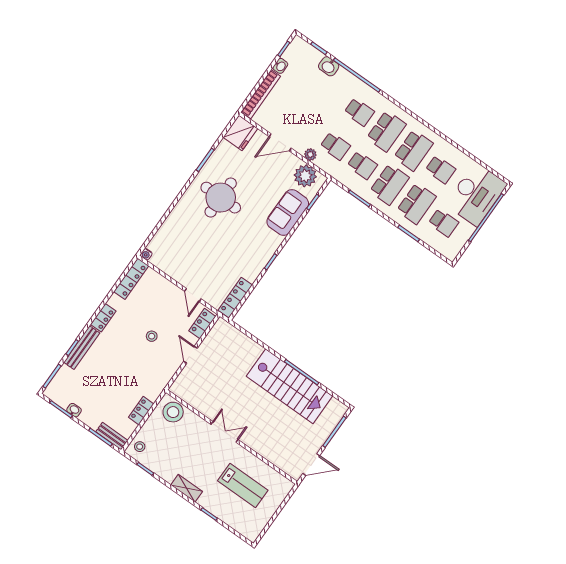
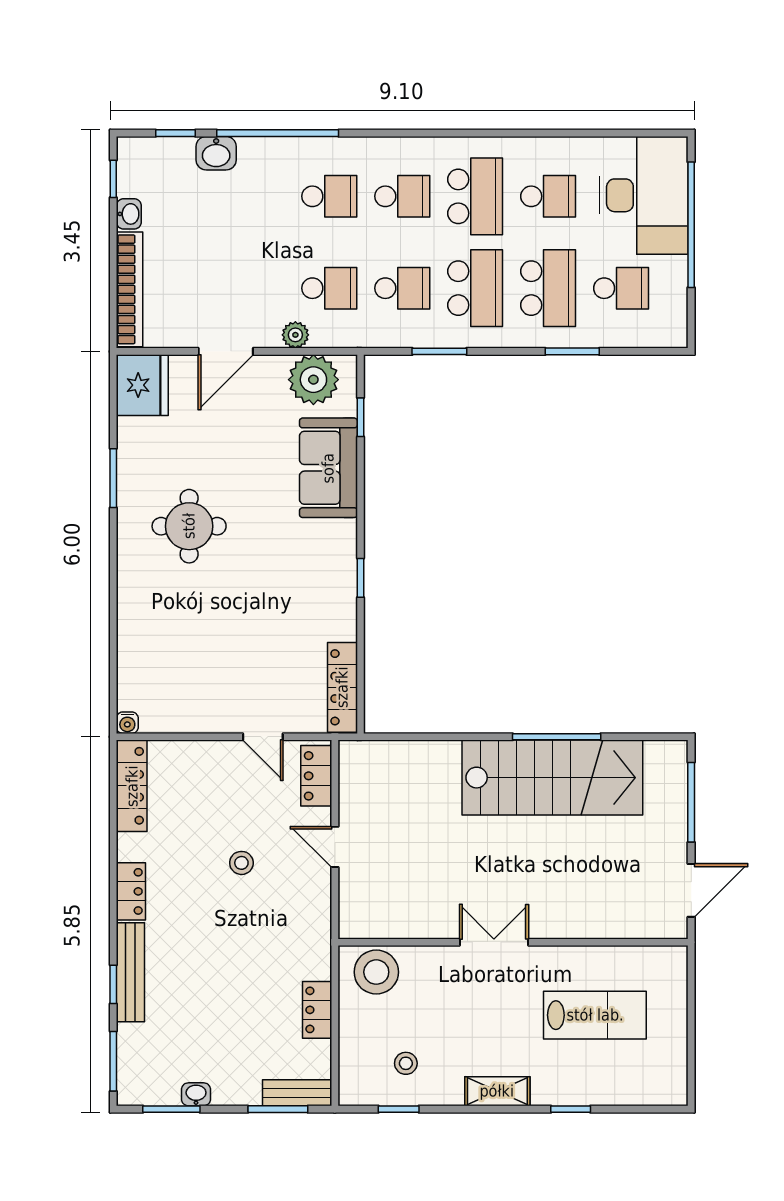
school desk: (386, 131) -> (402, 196), width x0.54
round table: (221, 198) -> (189, 526), width x0.73, depth x0.73
stool: (140, 447) -> (406, 1063), moved

